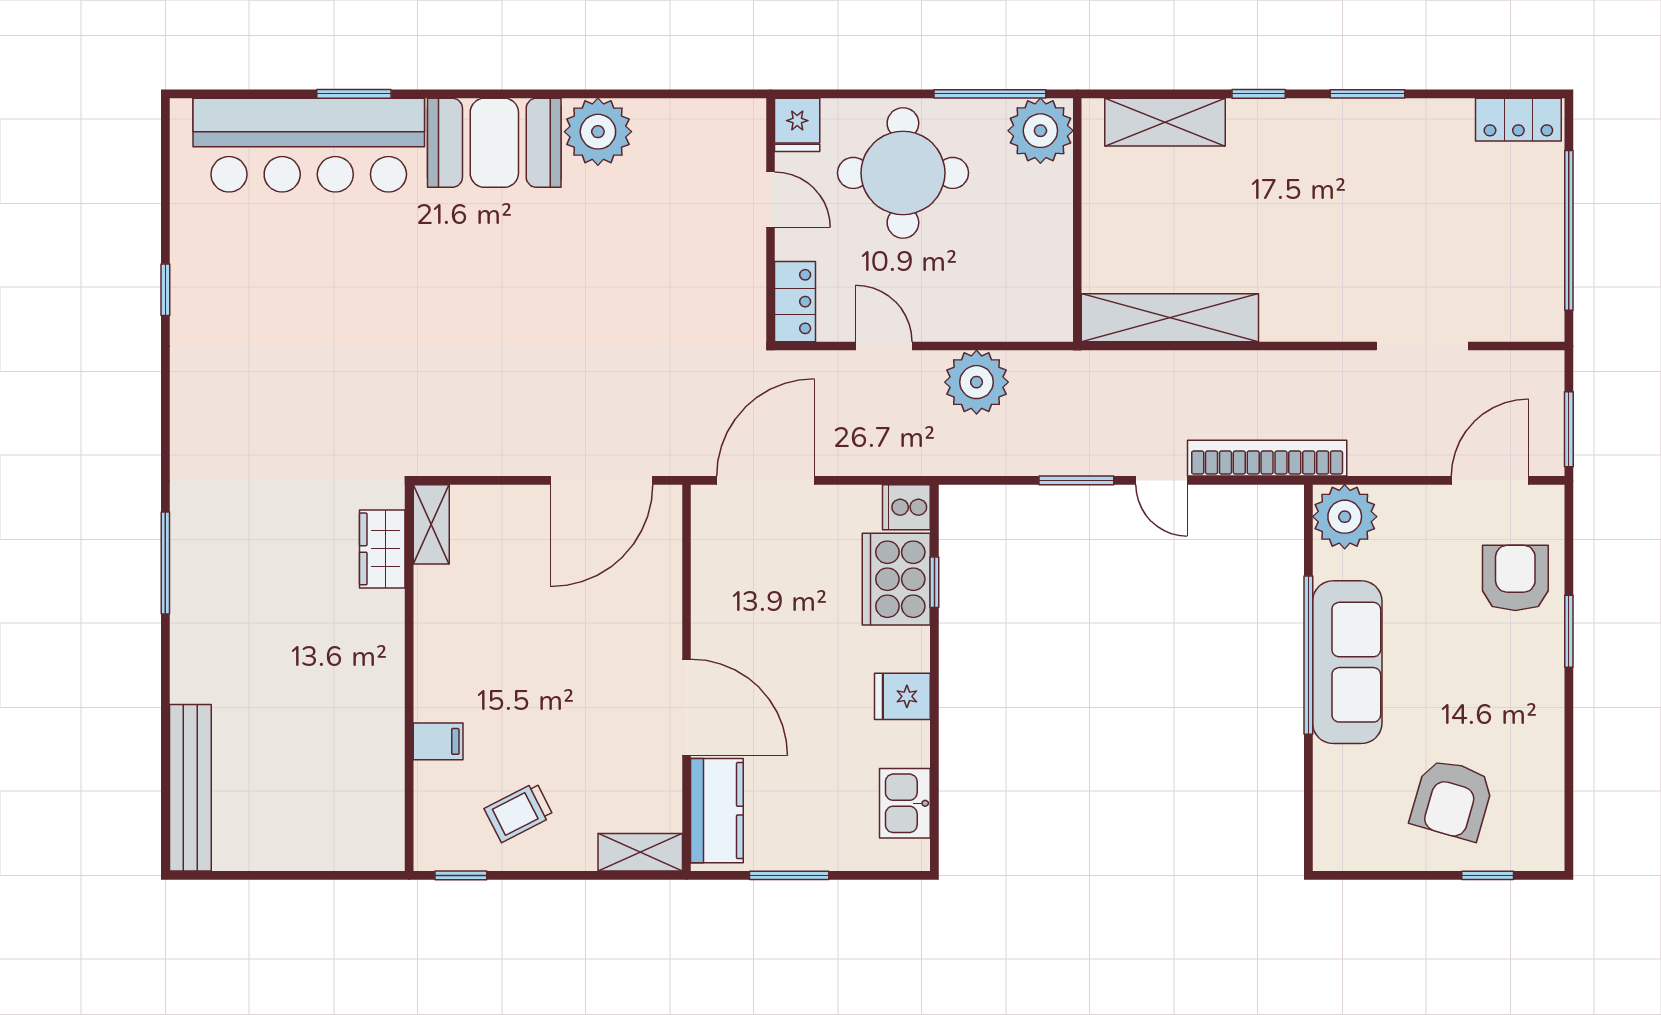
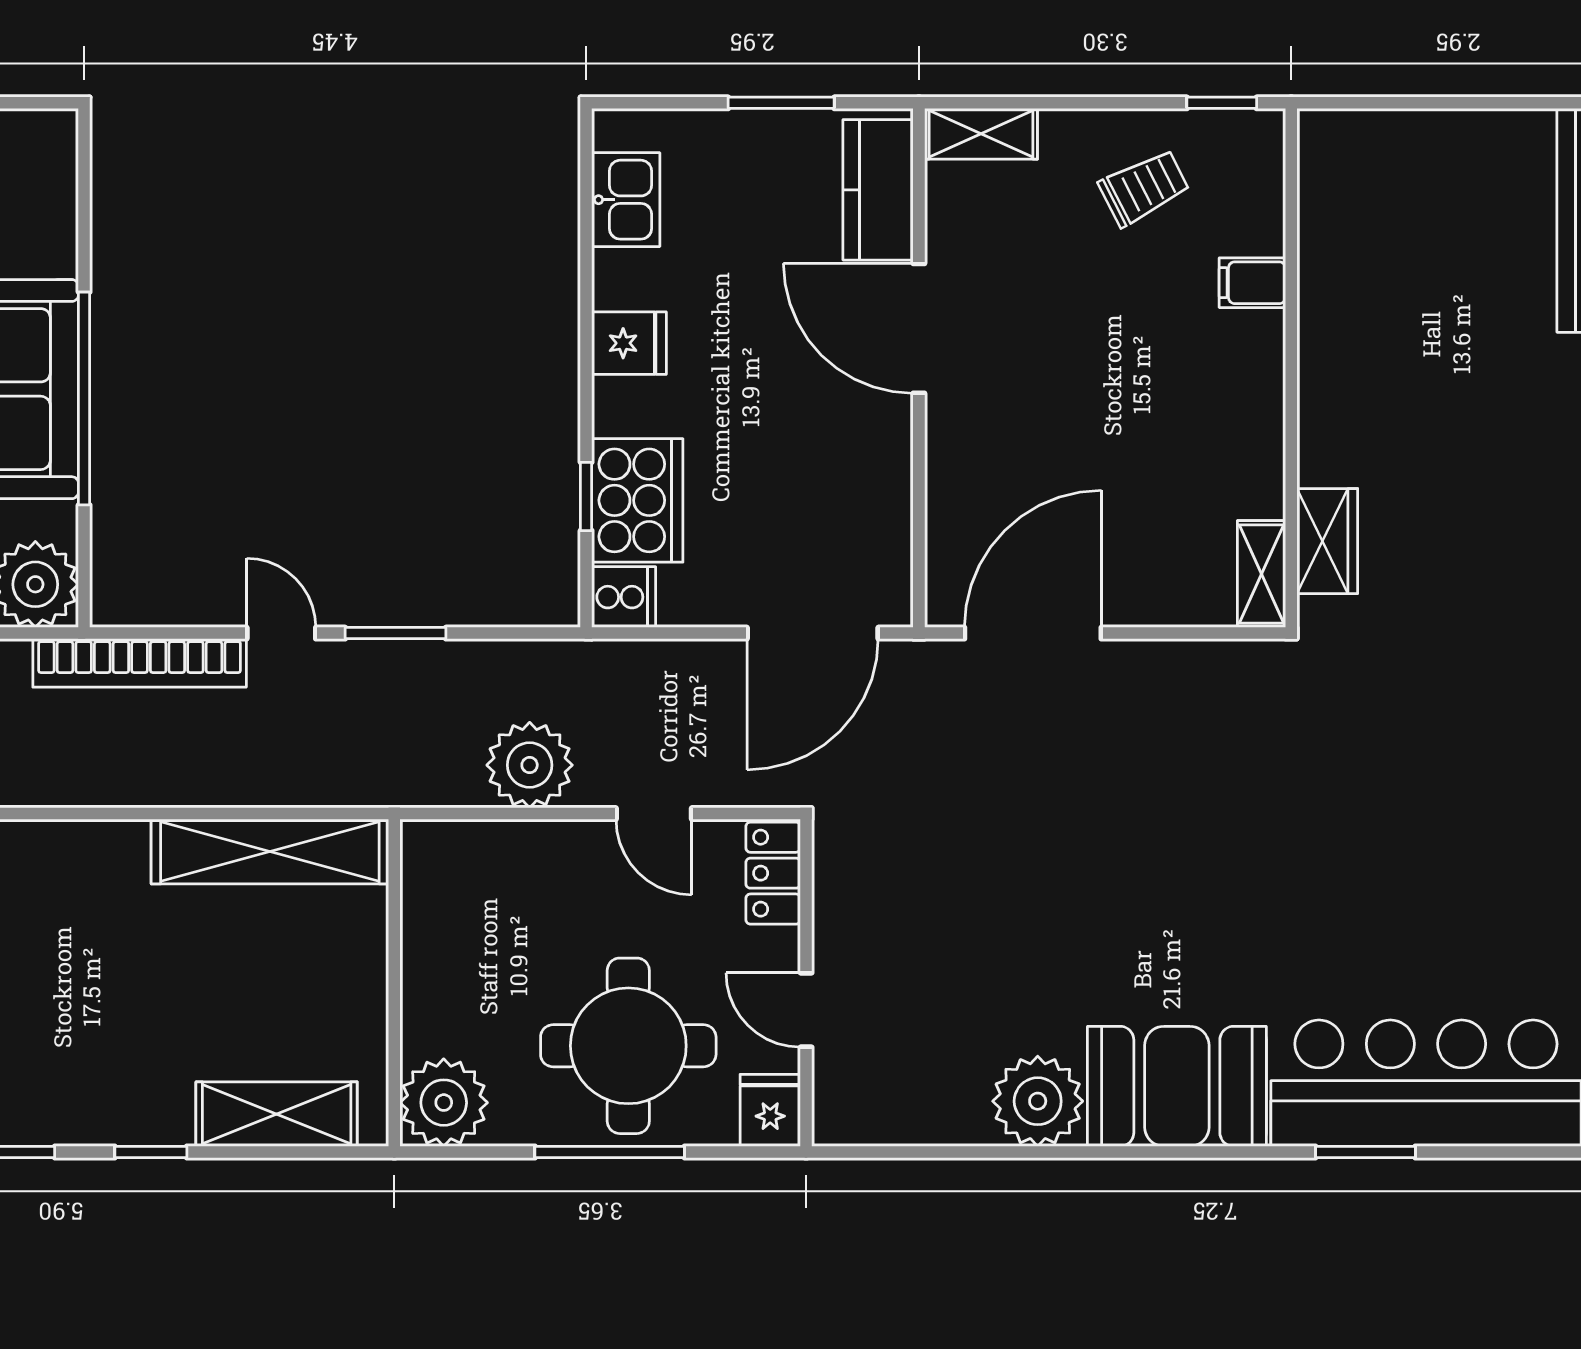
window: (990, 94) -> (610, 1152), moved

